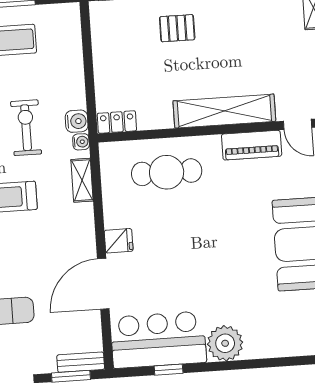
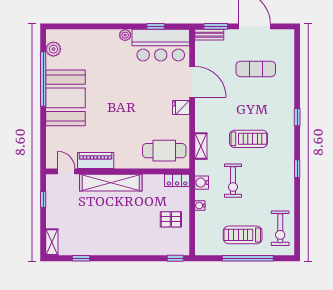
pallet: (177, 28) -> (171, 219), moved
water cooler: (81, 142) -> (200, 206), moved
cafe table: (167, 172) -> (164, 151), moved
door: (103, 284) -> (192, 82), hinge flipped
plant: (225, 343) -> (125, 35), width x0.53, depth x0.53

